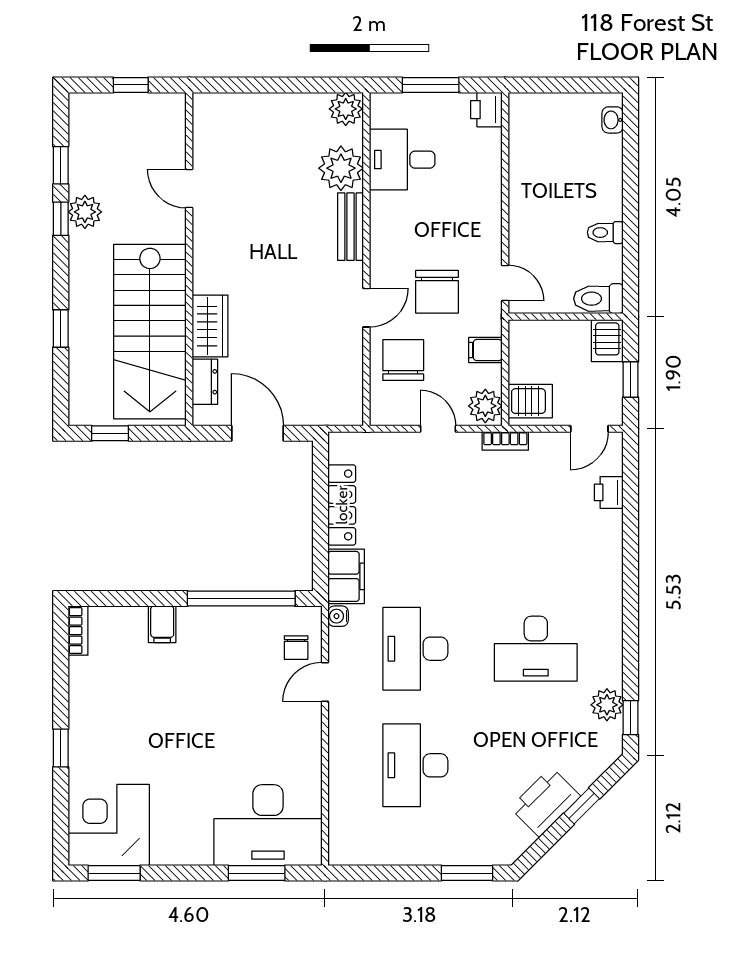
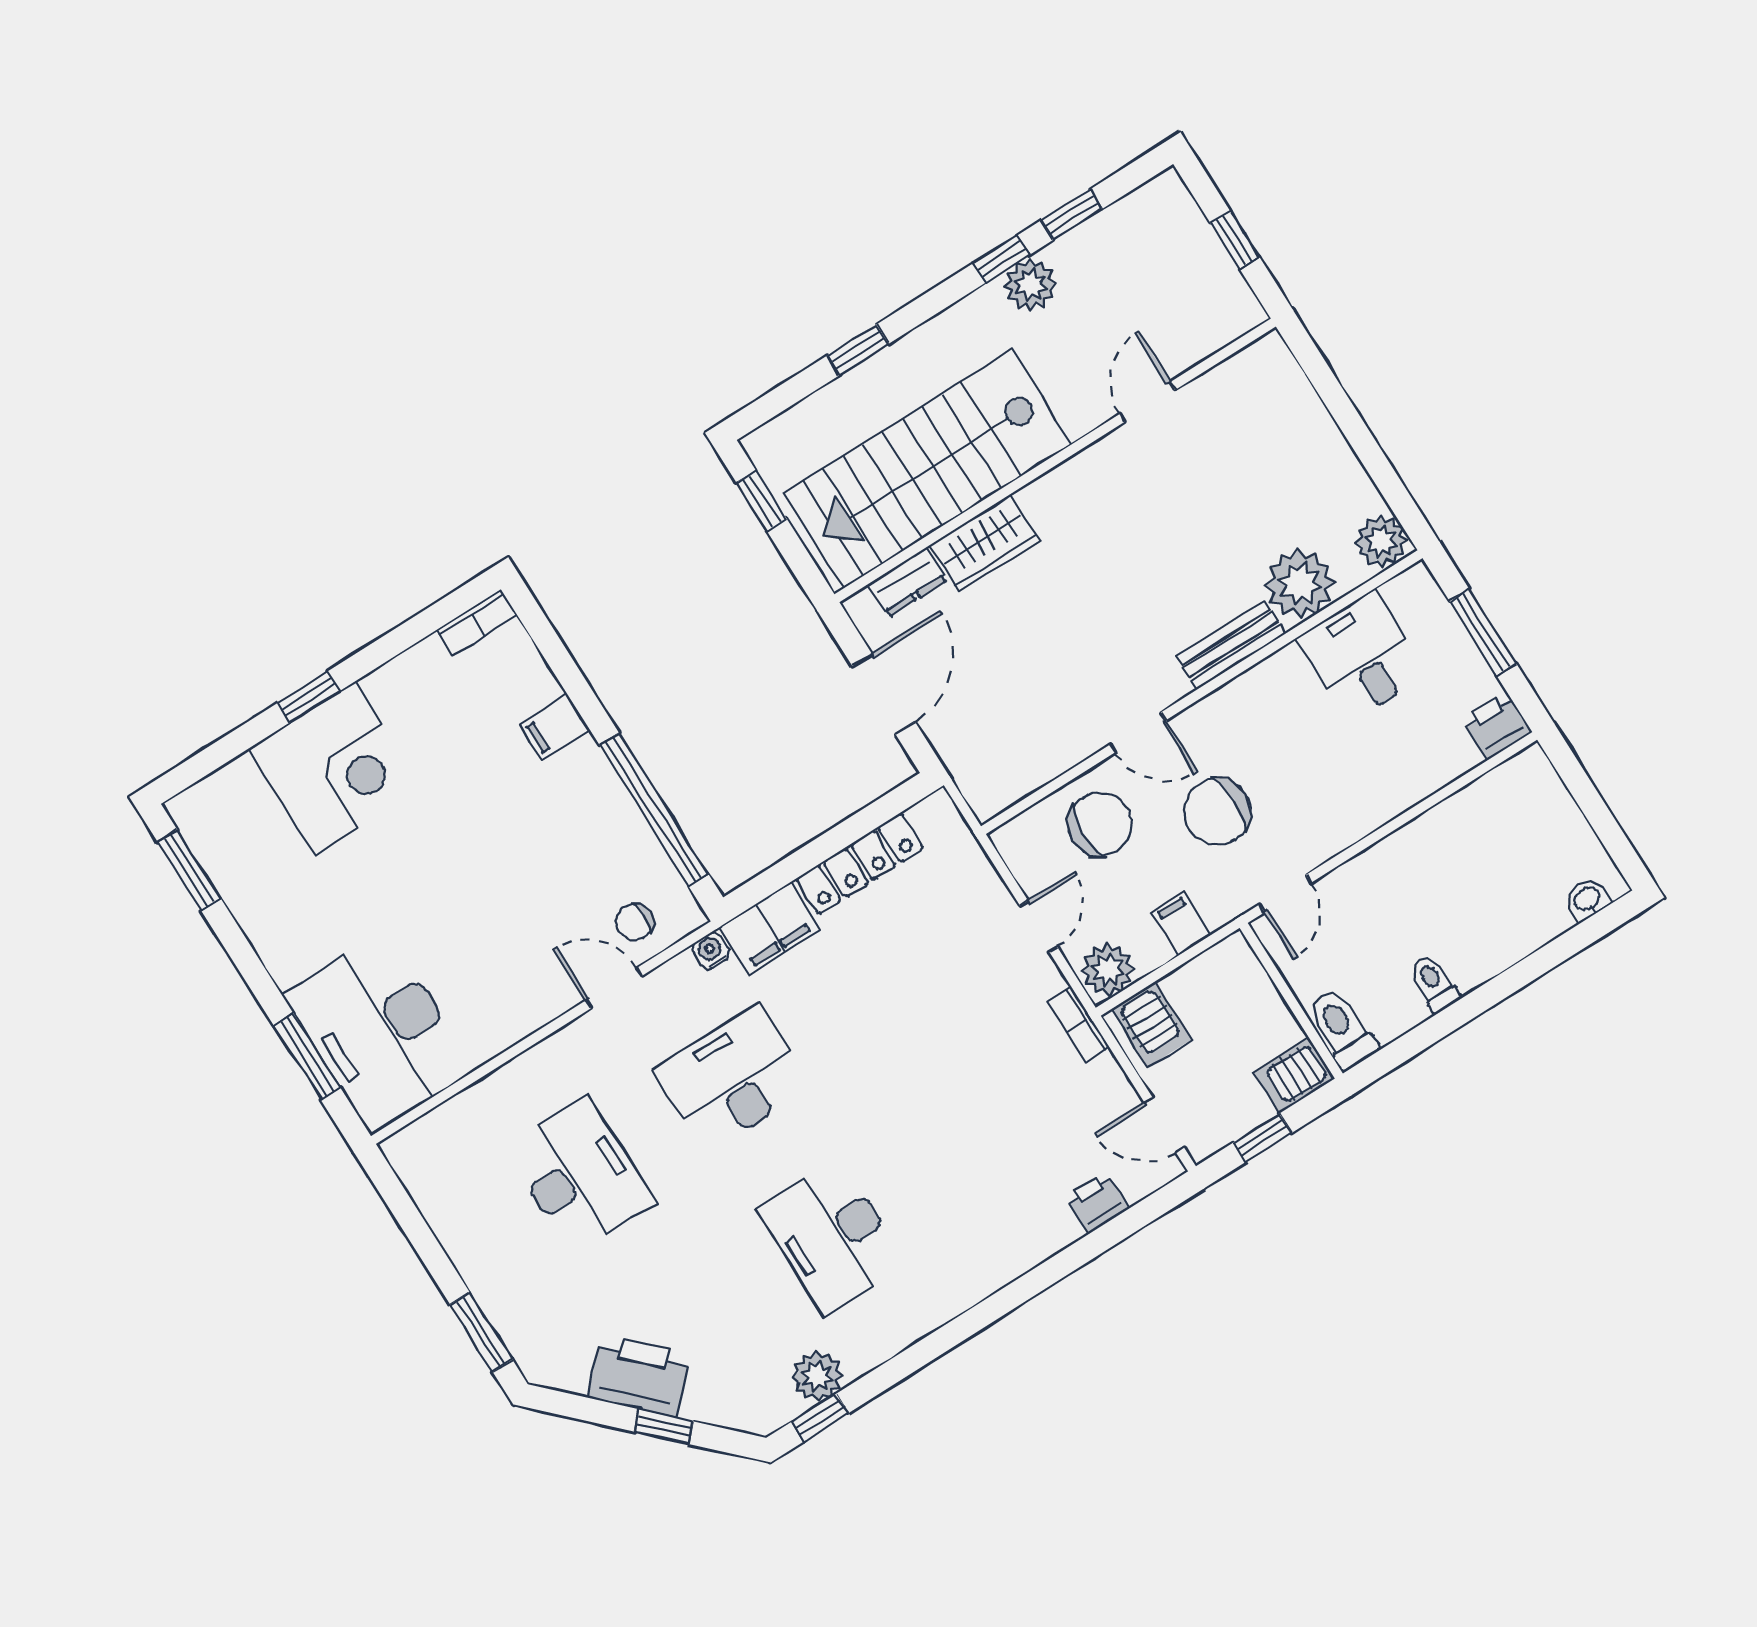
desk: (415, 765) -> (580, 1175), turned 90
corner desk: (109, 825) -> (335, 768), moved, turned 90

